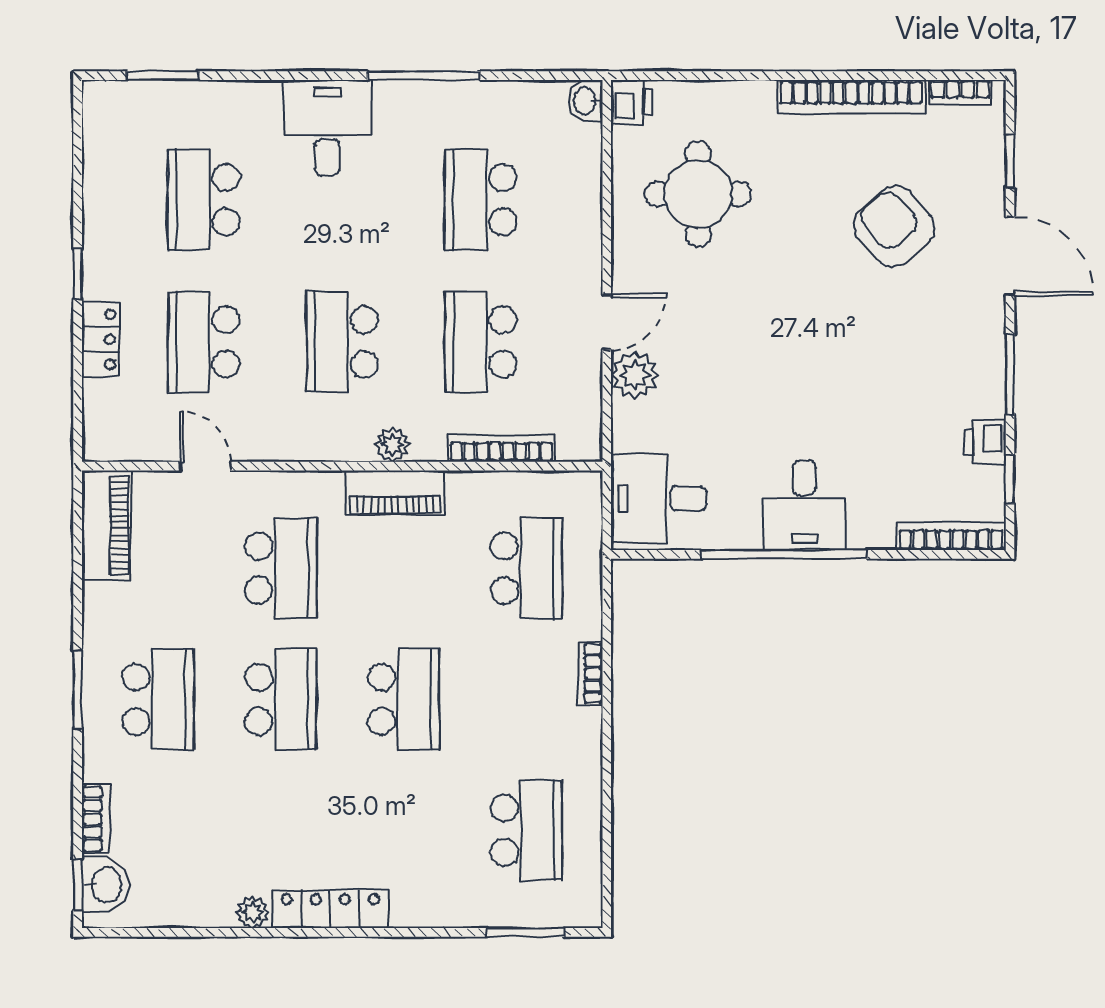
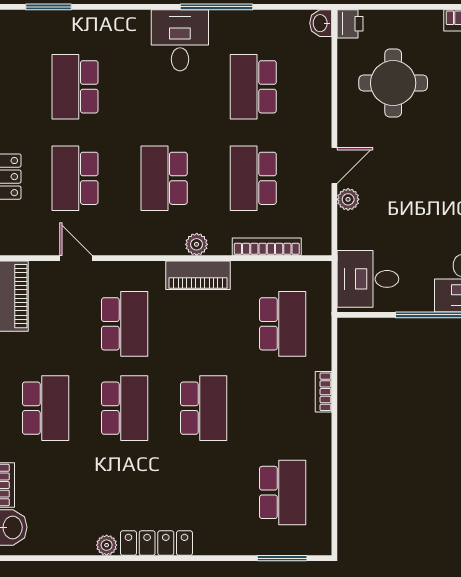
desk: (327, 128) -> (180, 40), moved
plant: (635, 375) -> (348, 199), width x0.73, depth x0.73

